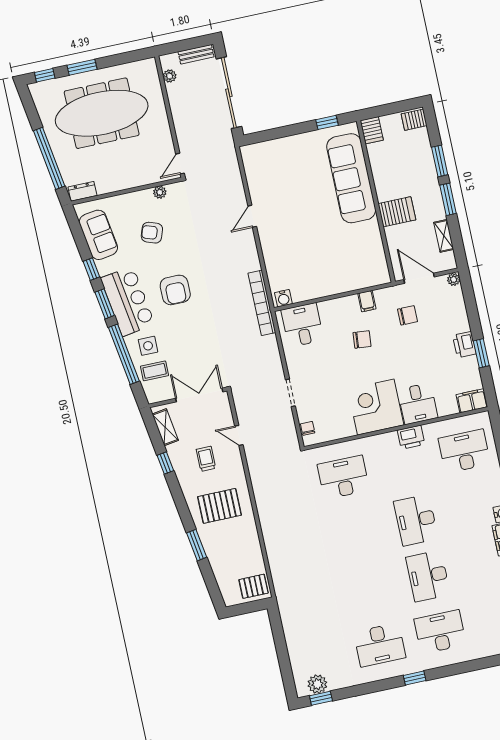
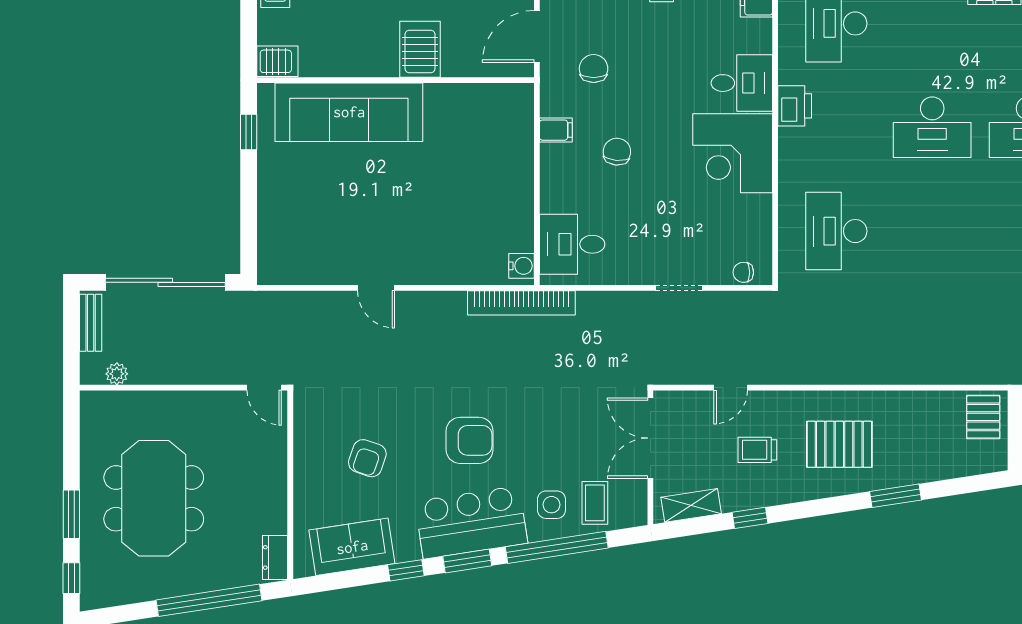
meeting table: (102, 113) -> (154, 498), width x0.73
plant: (160, 192) -> (304, 431), removed
pallet: (219, 506) -> (839, 444), turned 90

